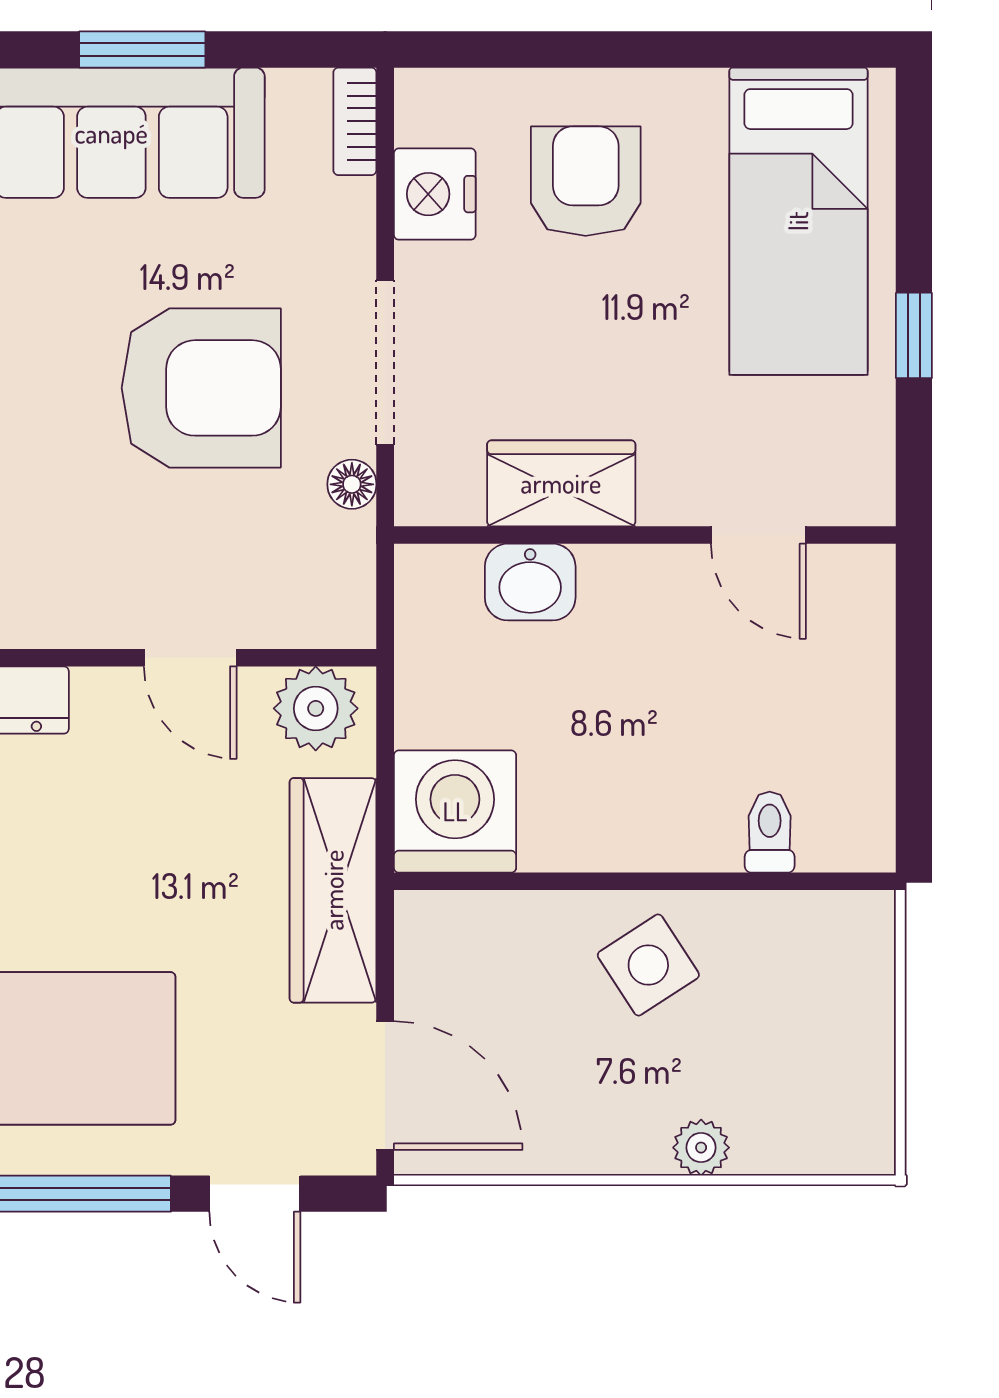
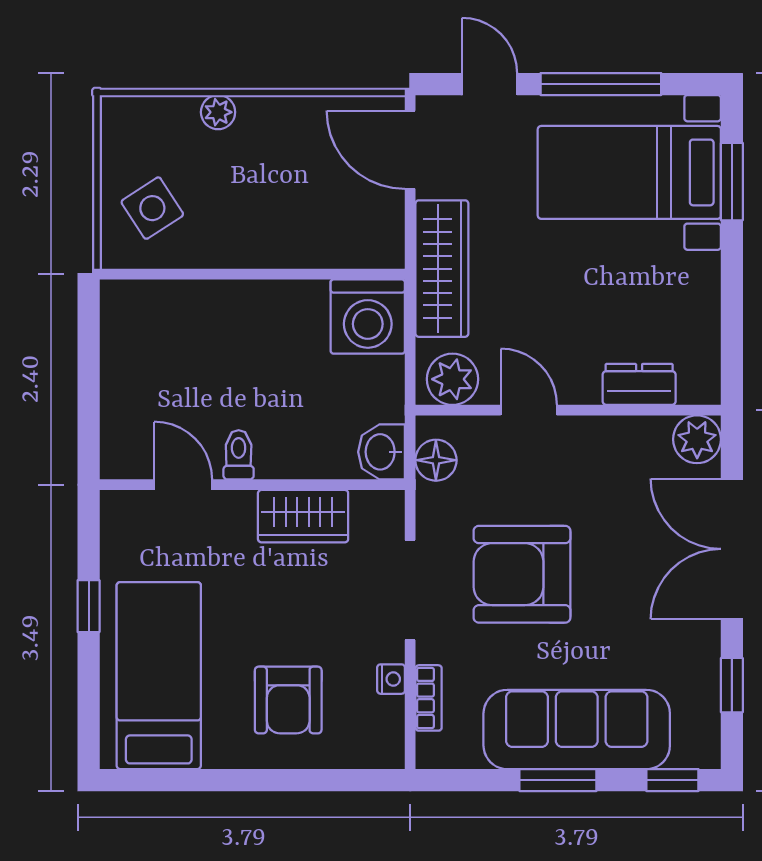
bookcase: (355, 121) -> (429, 698), moved
nightstand: (435, 194) -> (391, 679), width x0.53, depth x0.56
floor lamp: (352, 484) -> (436, 460), moved, width x1.37, depth x1.37
washbasin: (530, 582) -> (382, 452), moved, turned -90
toilet: (770, 832) -> (239, 455), moved, turned 180
side table: (648, 965) -> (152, 208), moved

